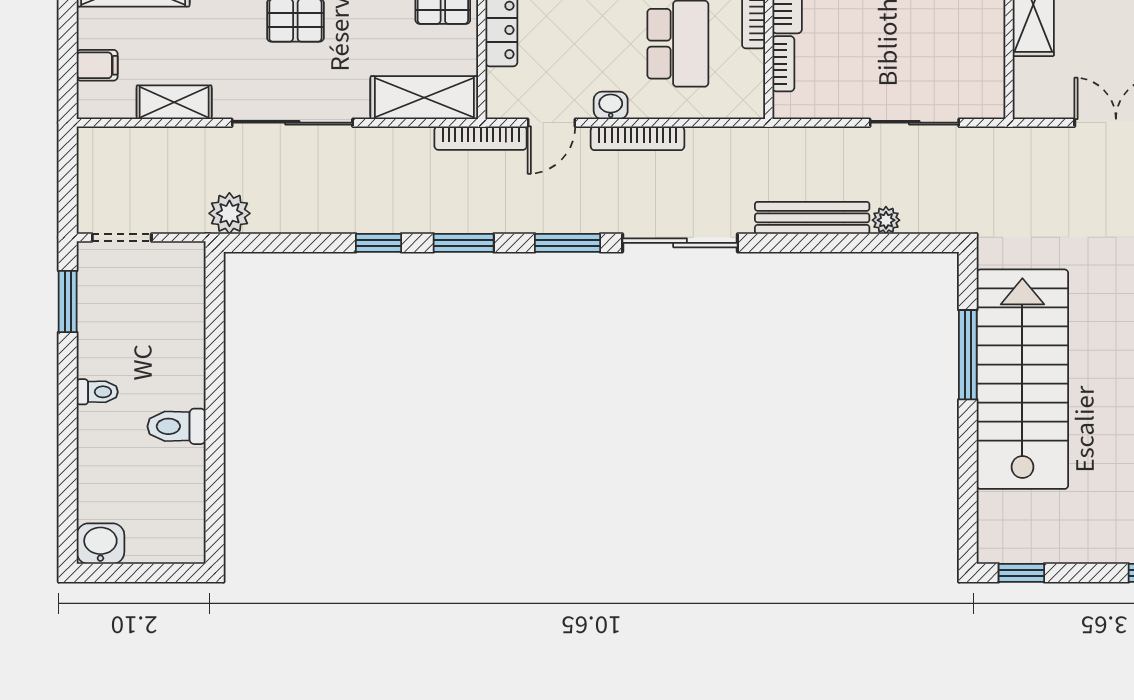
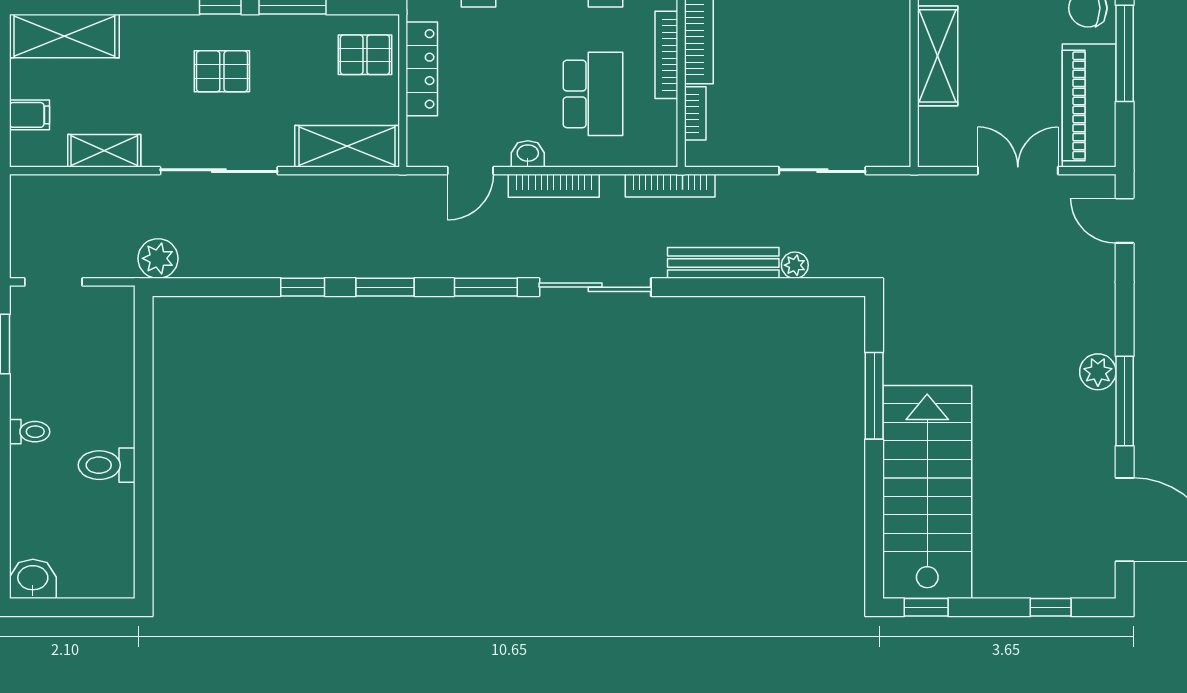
bookcase: (481, 138) -> (670, 186), moved
stairs: (1022, 379) -> (927, 492), moved

